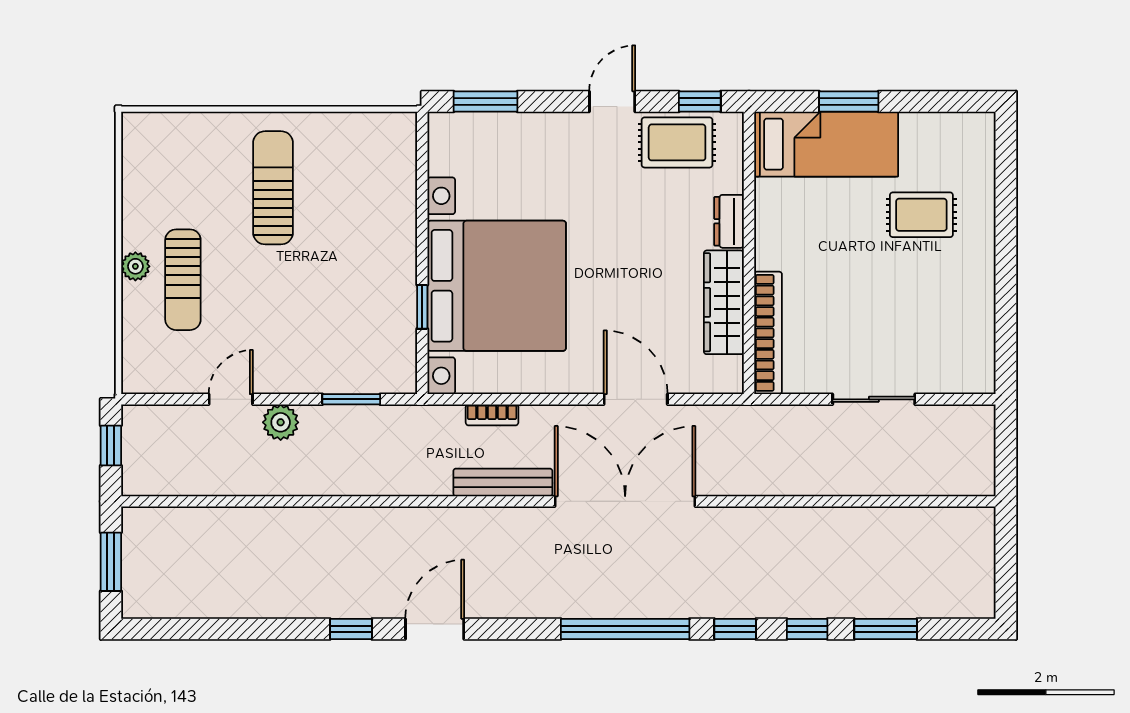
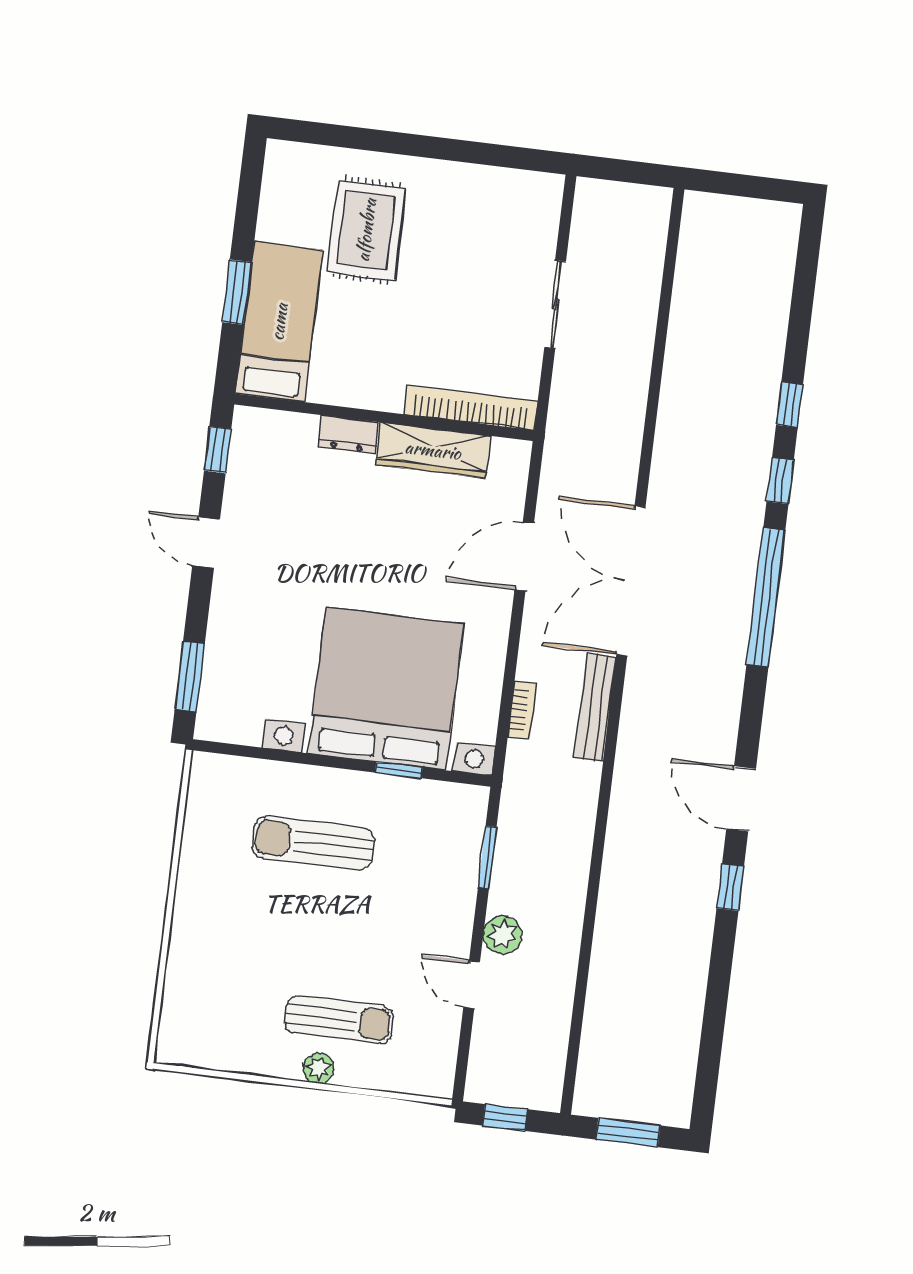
rug: (677, 142) -> (258, 479), removed
sun lounger: (273, 188) -> (313, 843), moved
rug: (921, 215) -> (366, 230), width x1.36, depth x1.43
window: (886, 629) -> (800, 322), removed

